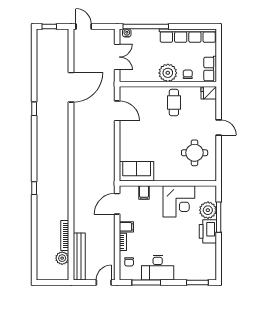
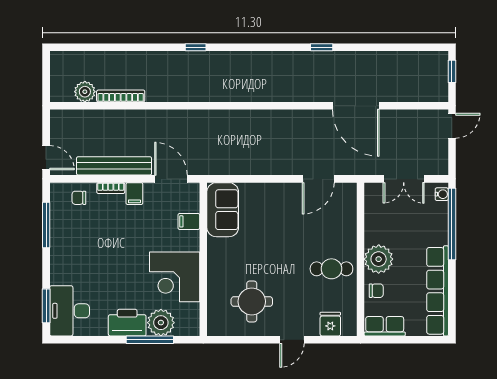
fridge: (209, 93) -> (330, 324), moved
bench: (79, 257) -> (114, 166), moved
desk: (158, 268) -> (70, 311), moved

